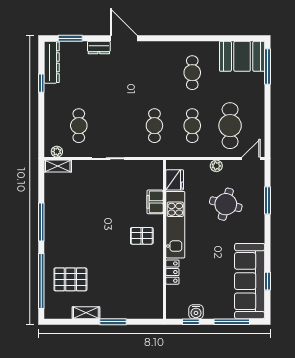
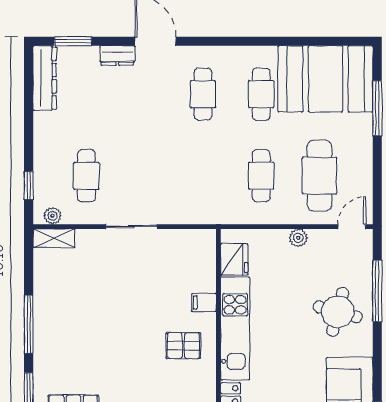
booth: (242, 56) -> (325, 79), width x1.36, depth x1.42
window: (268, 67) -> (377, 108), moved
window: (41, 83) -> (29, 186), moved
cafe table: (154, 126) -> (203, 94), moved
window: (268, 200) -> (377, 291), width x1.44
filing cabinet: (155, 202) -> (204, 302), width x0.50
round table: (226, 204) -> (338, 312), moved

